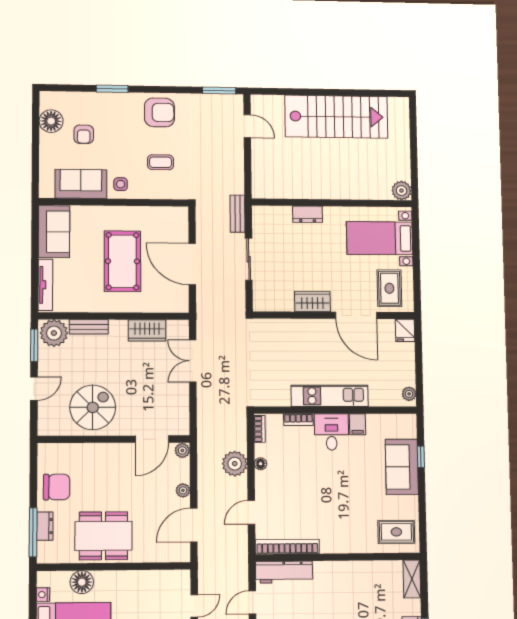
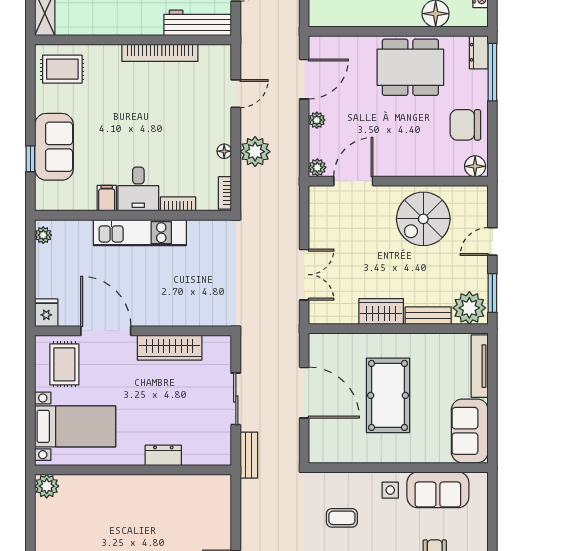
wardrobe: (312, 301) -> (170, 348), width x1.50
wardrobe: (147, 330) -> (381, 311), moved
floor lamp: (48, 452) -> (475, 166), added
dresser: (45, 526) -> (479, 52), moved
bookcase: (287, 547) -> (160, 53), moved

